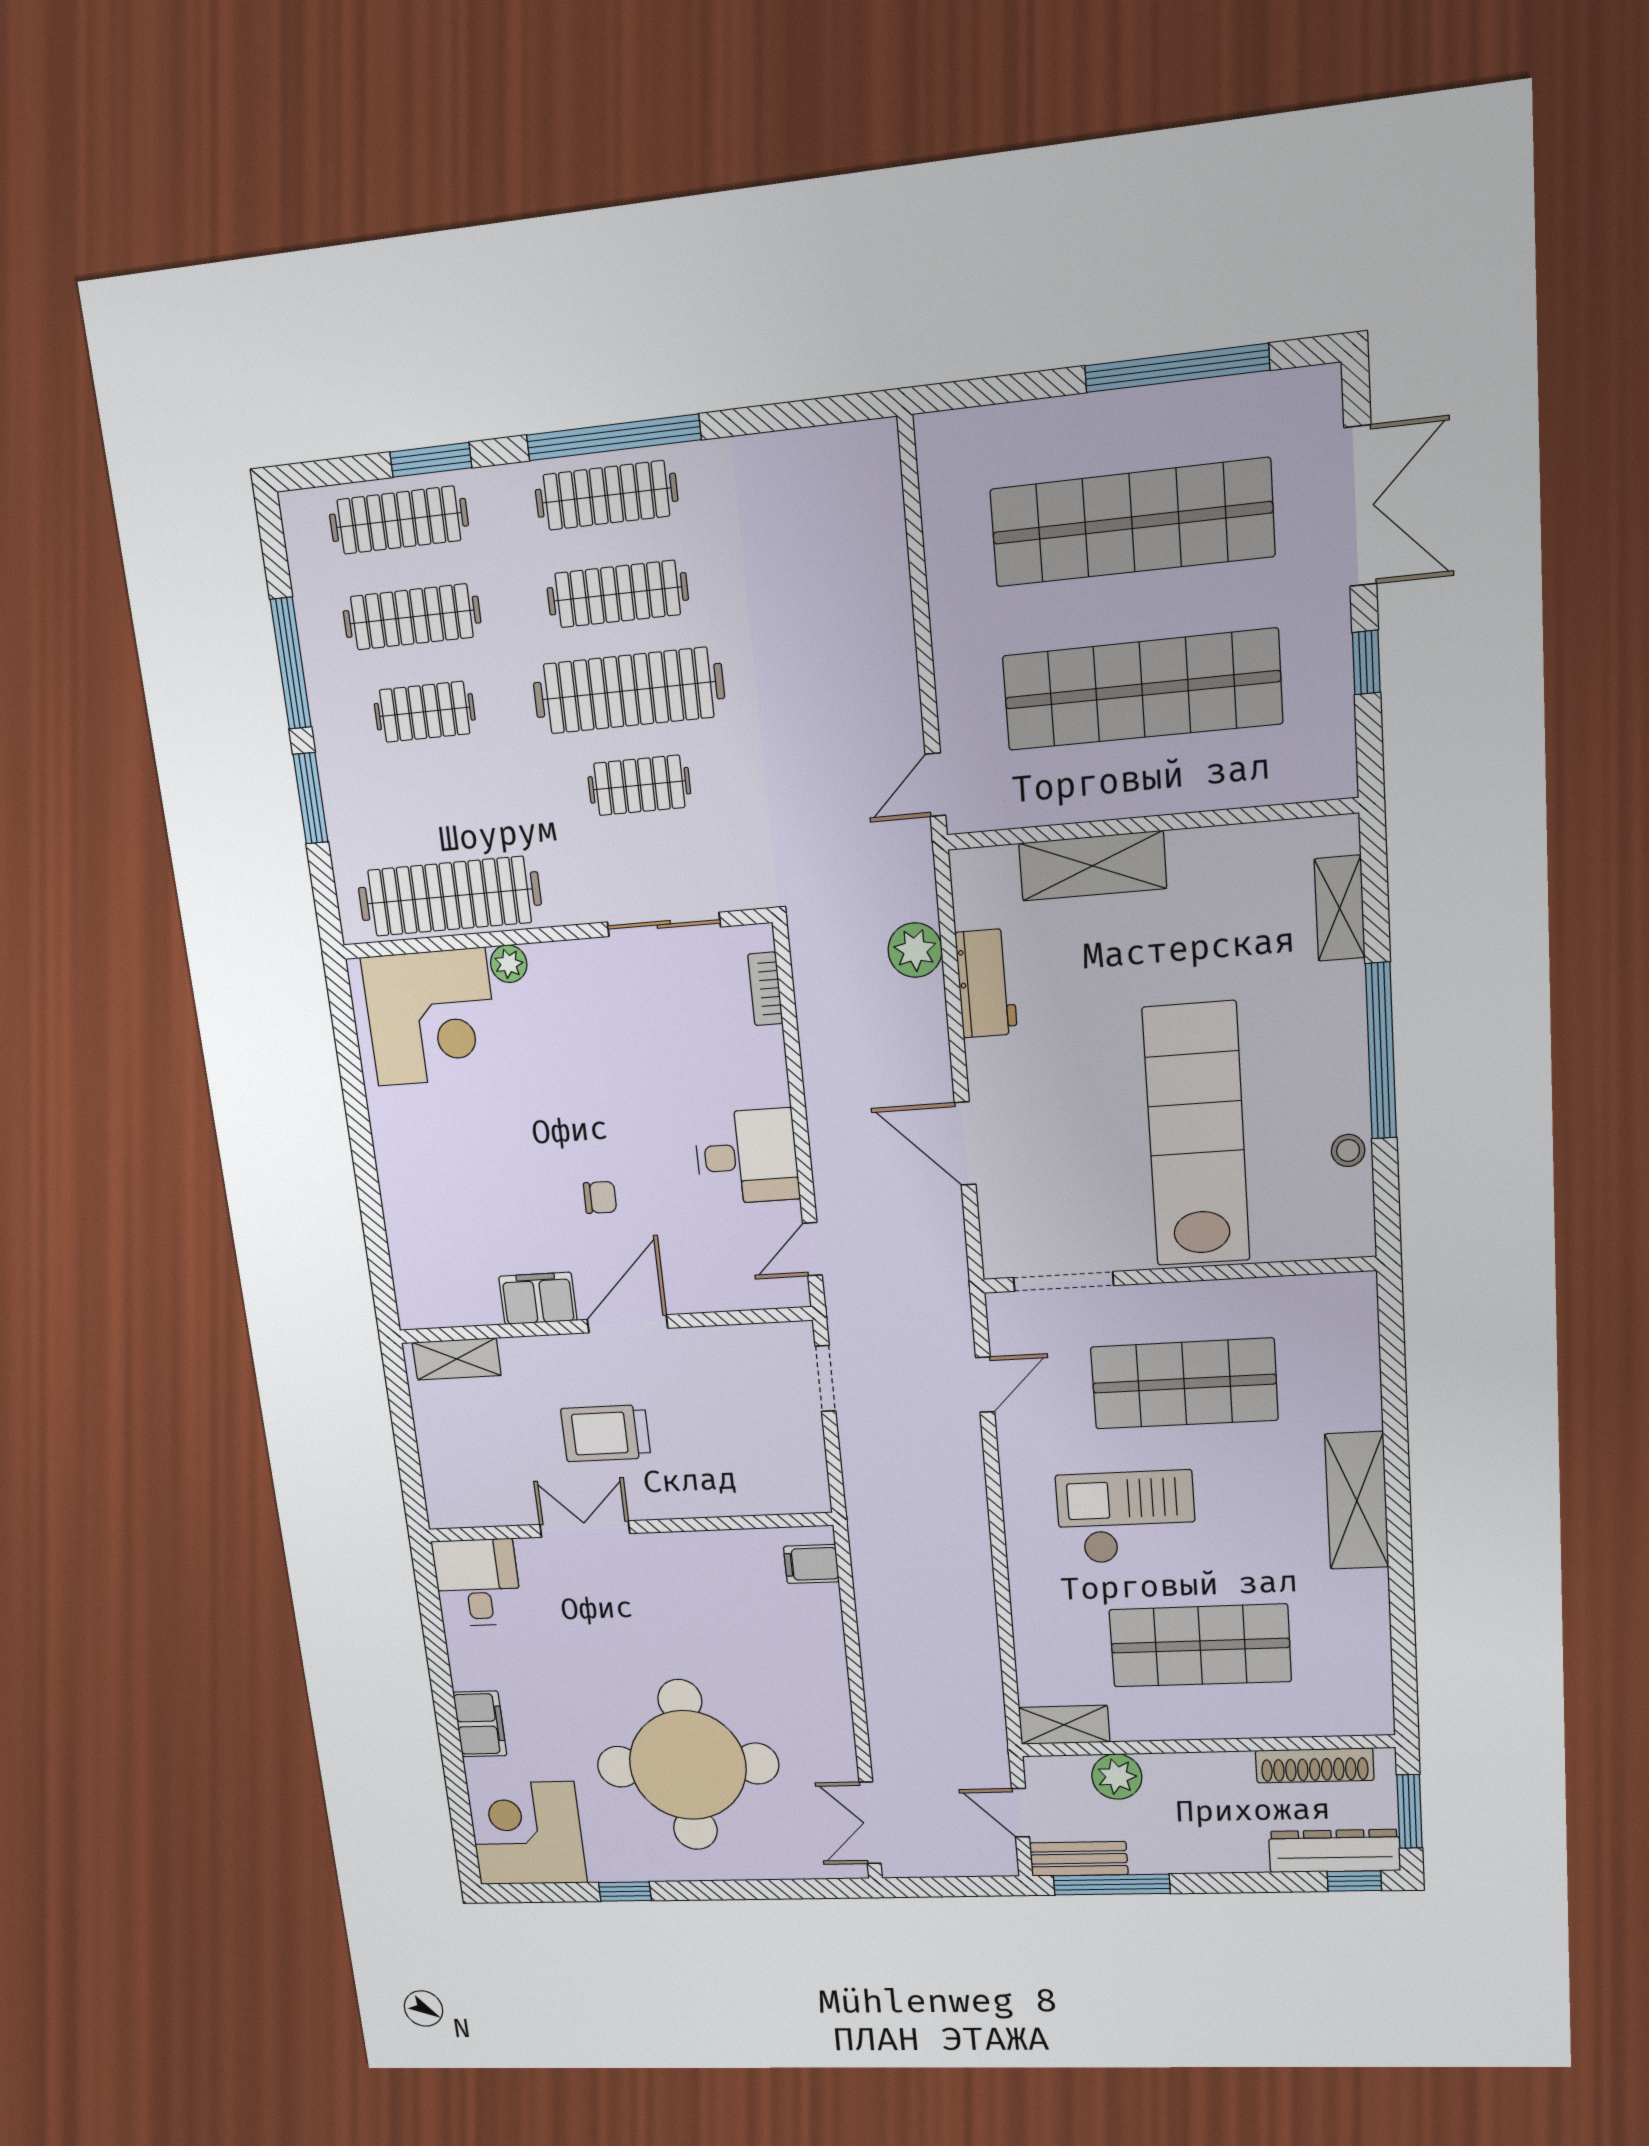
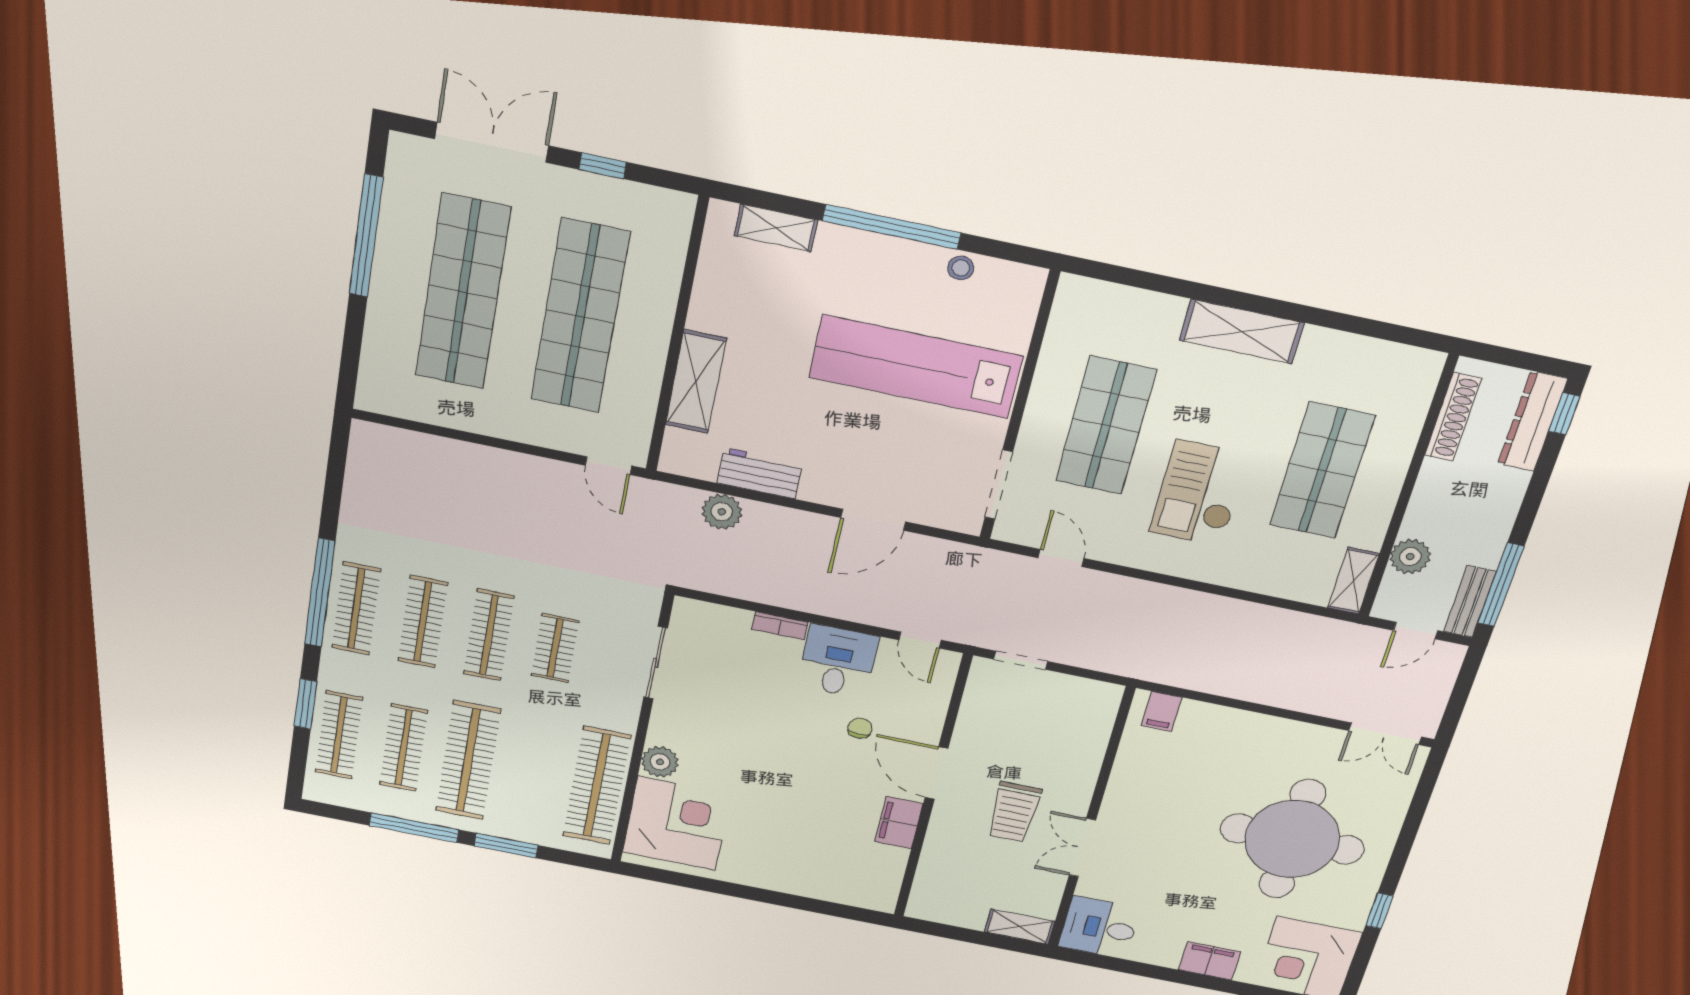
clothes rail: (629, 691) -> (489, 635), width x0.73, depth x0.76
clothes rail: (425, 712) -> (468, 760), width x1.86, depth x1.31
plant: (509, 964) -> (660, 762), width x1.38, depth x1.38
bookcase: (765, 989) -> (780, 626), moved
chair: (600, 1197) -> (860, 728), moved
shelving: (457, 1359) -> (1020, 927), moved, turned 90
window: (1410, 1811) -> (1519, 359), removed

